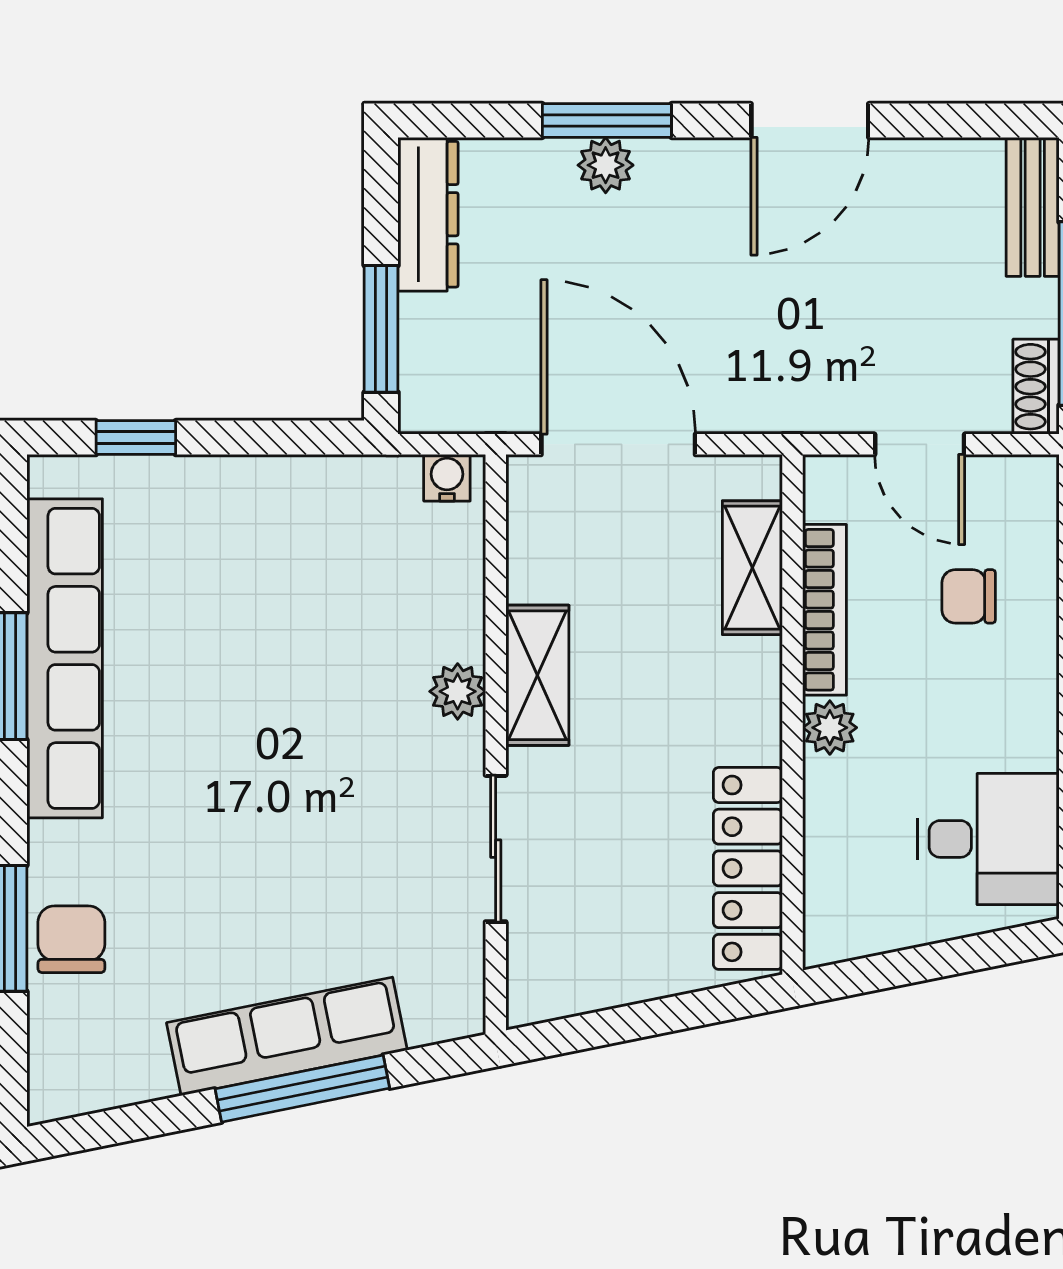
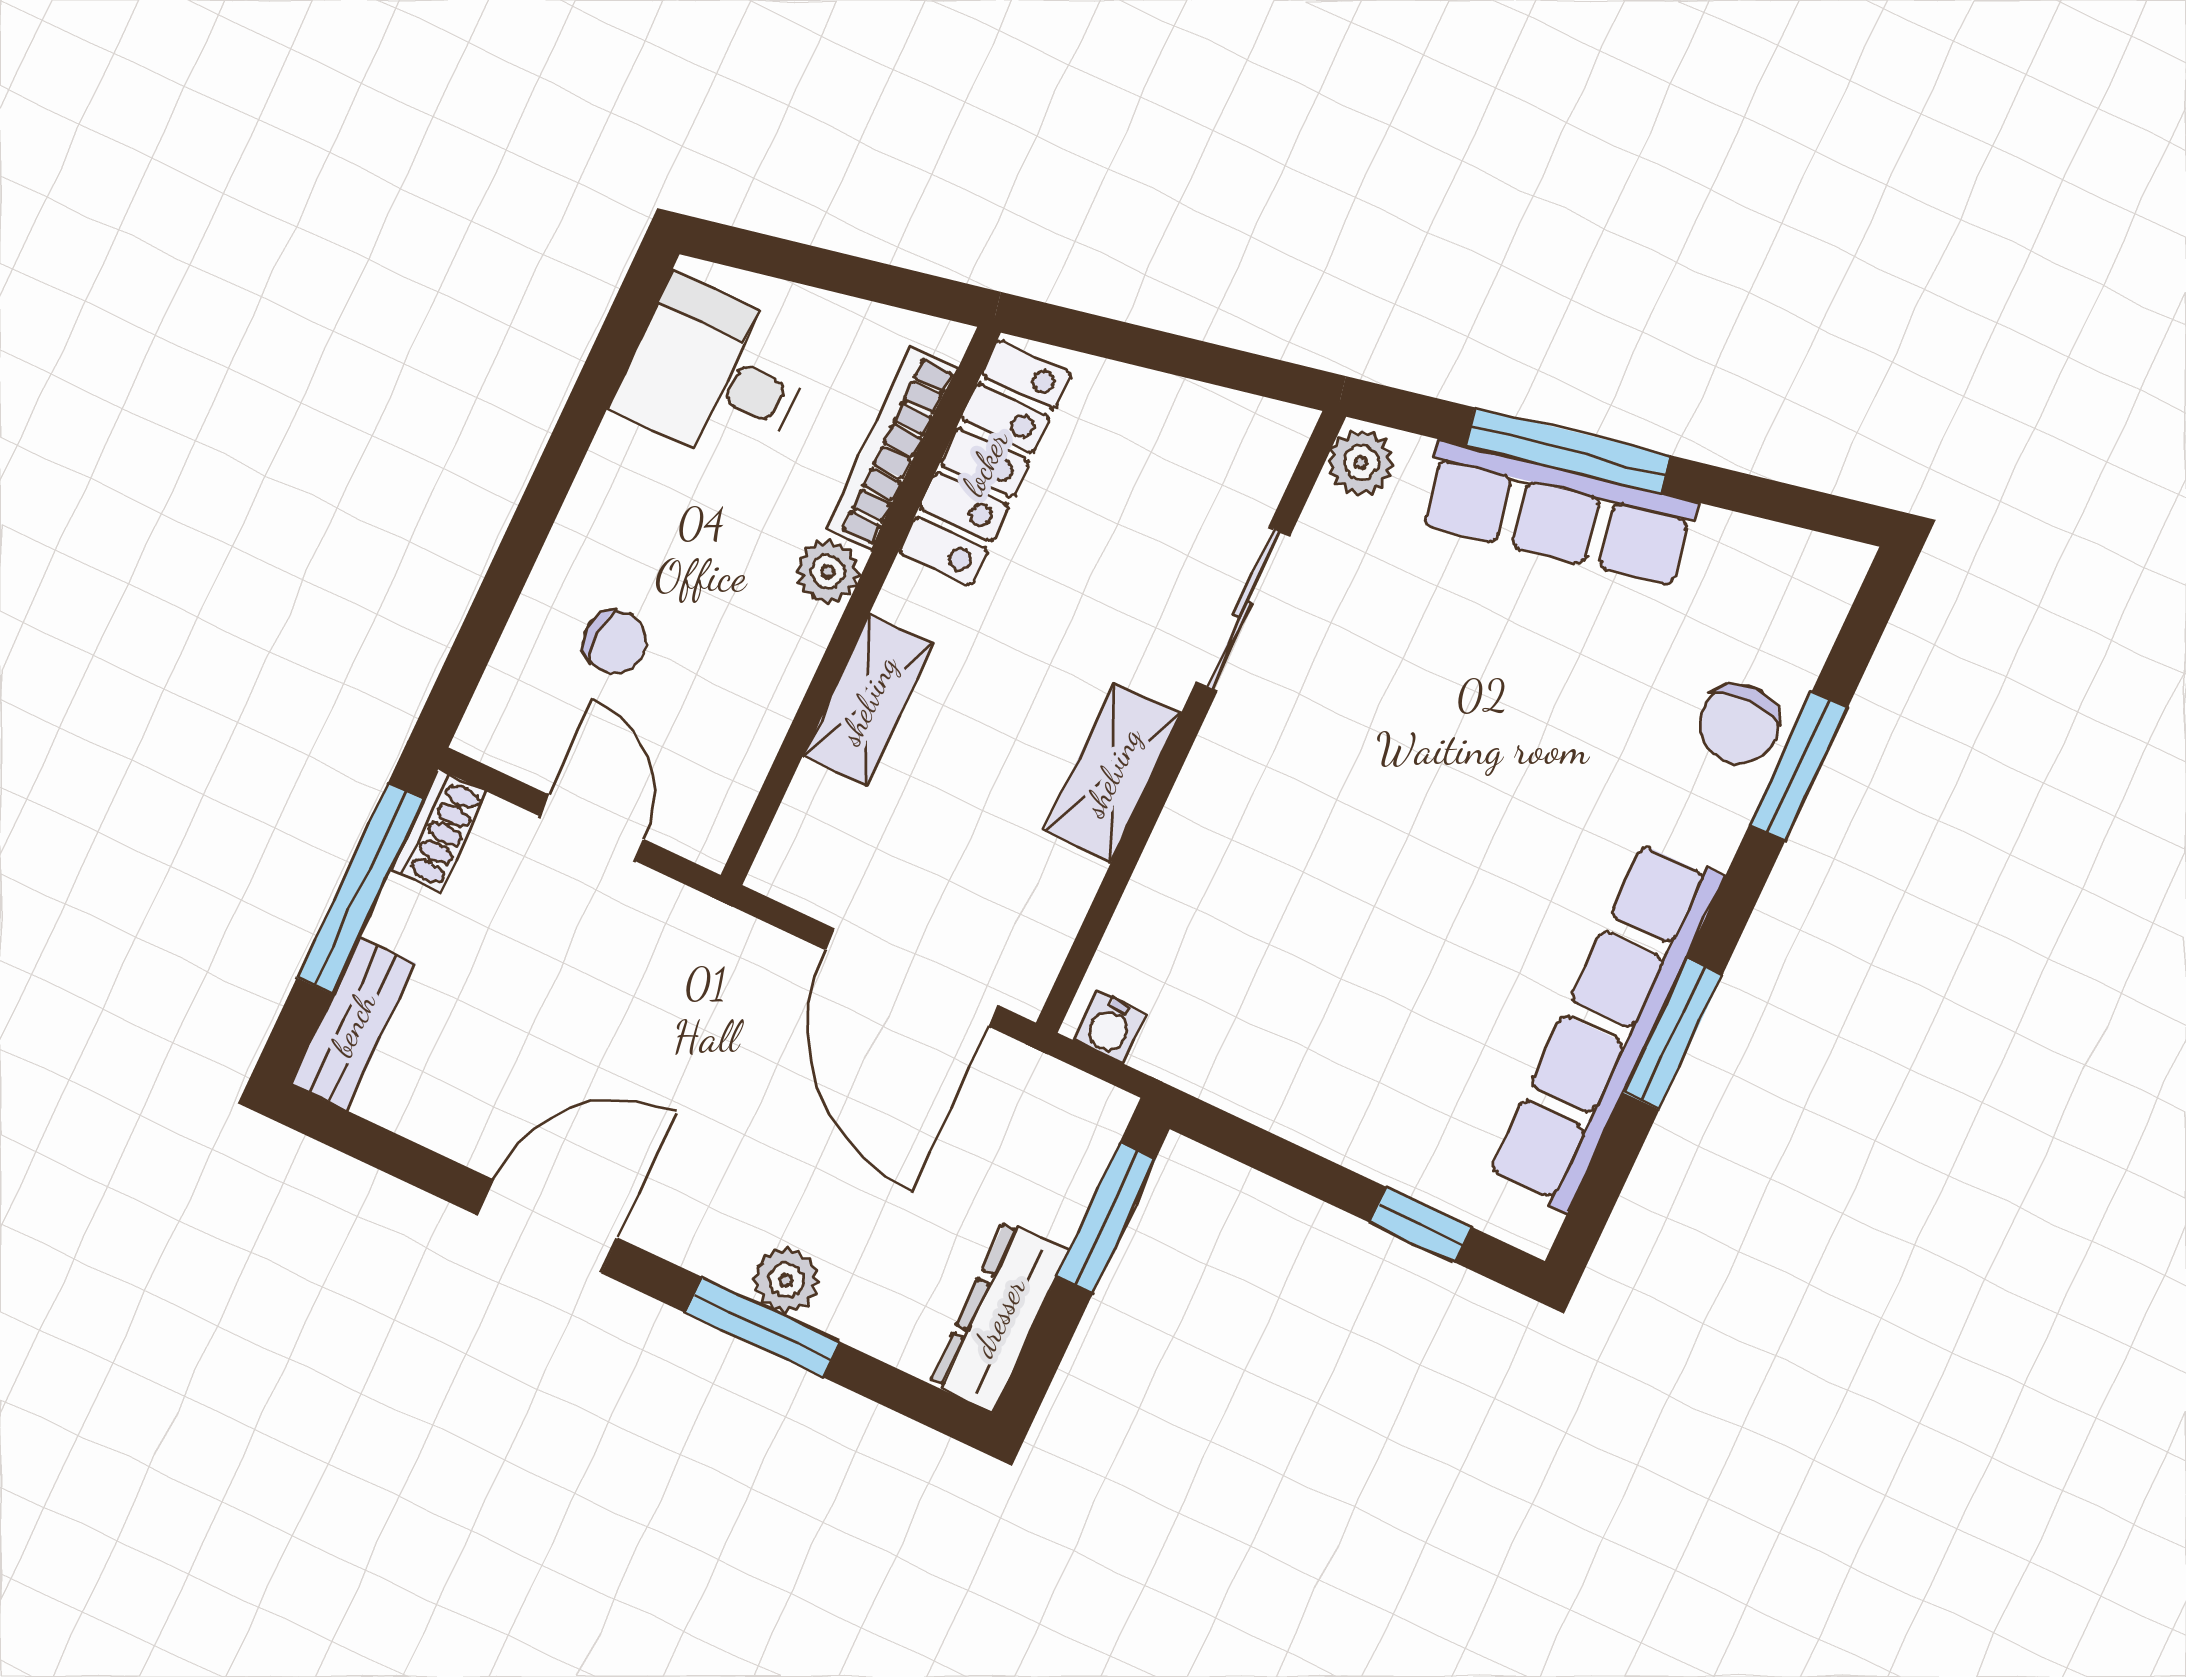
shelving: (752, 568) -> (868, 700), moved
bookcase: (825, 610) -> (892, 449), moved
plant: (458, 691) -> (1361, 462), moved

